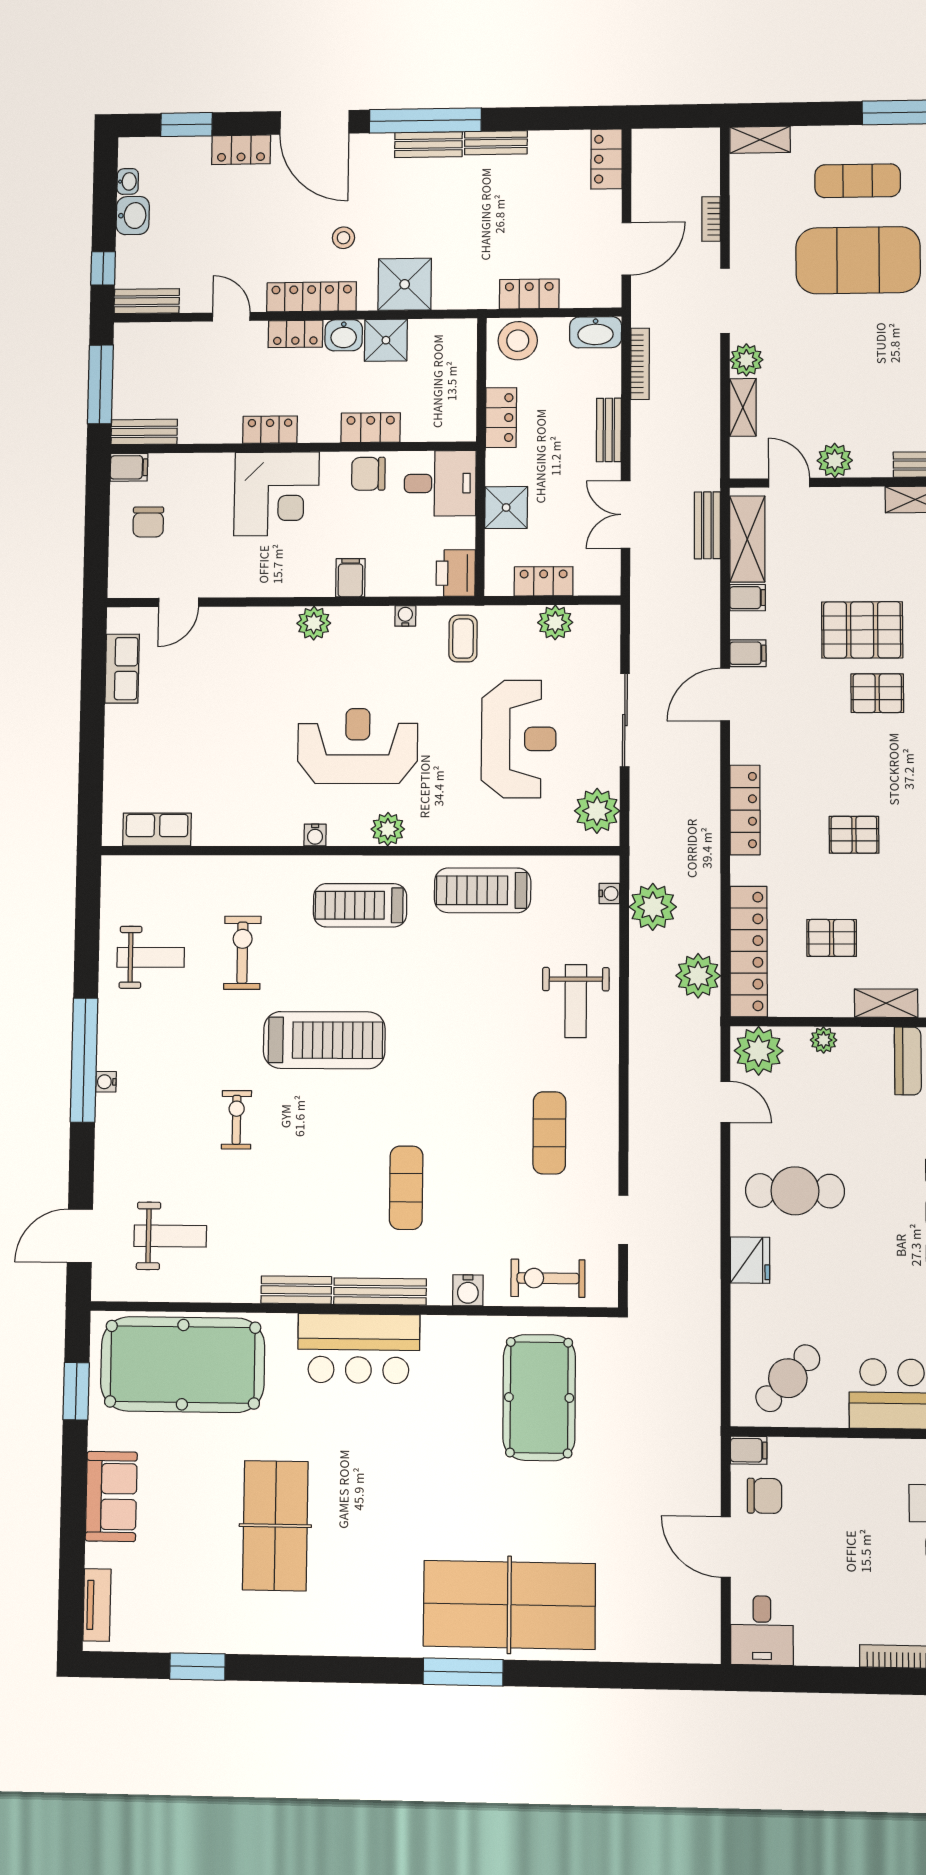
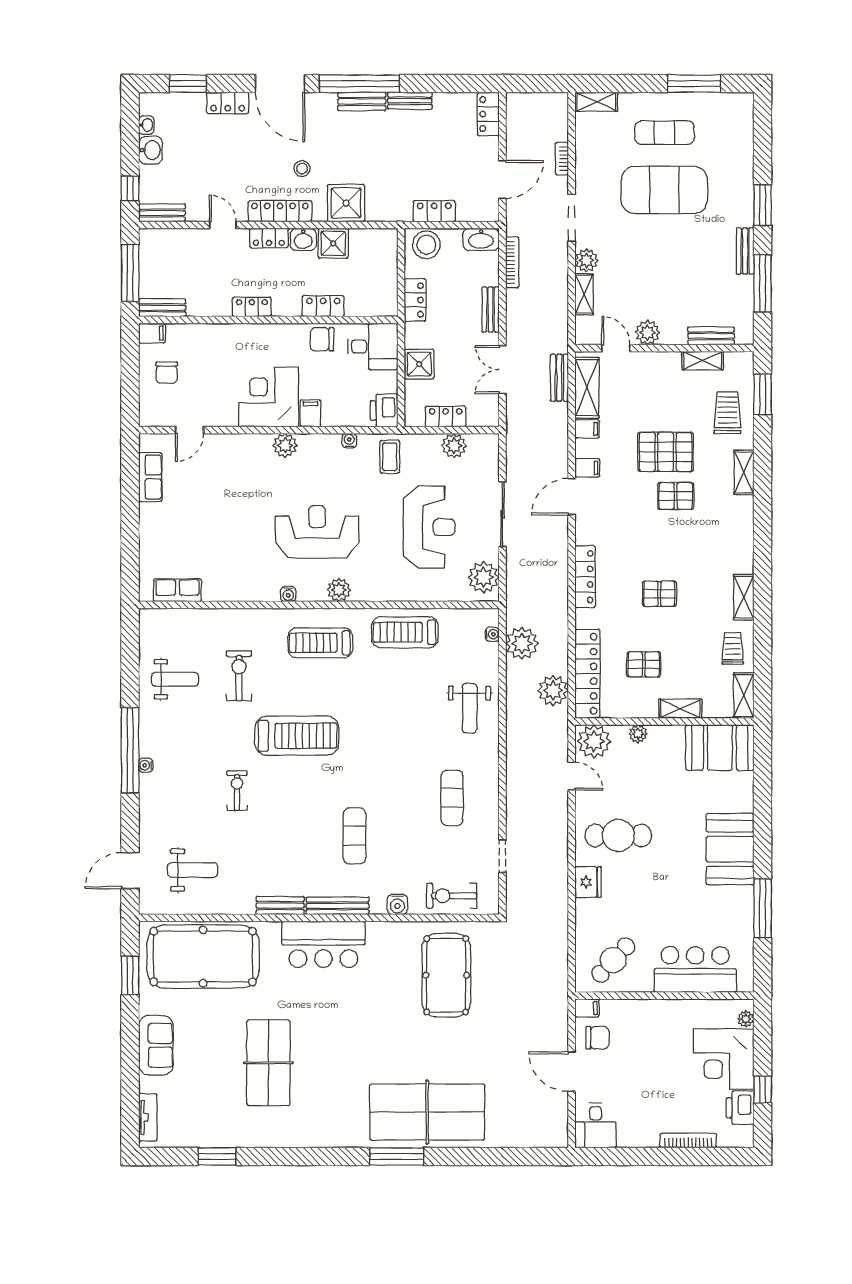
corner desk: (277, 494) -> (269, 397), moved, turned 180

